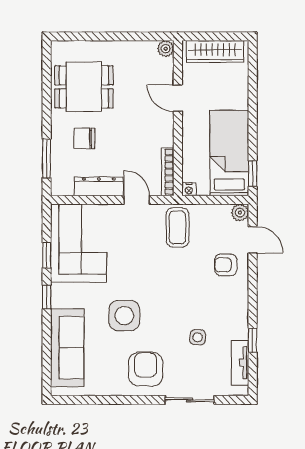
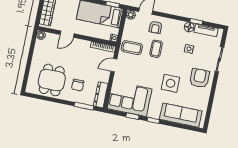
dresser: (99, 186) -> (101, 95), moved
coffee table: (185, 274) -> (156, 49), added
floor lamp: (239, 329) -> (189, 27), added
armchair: (146, 369) -> (200, 78), turned 90

